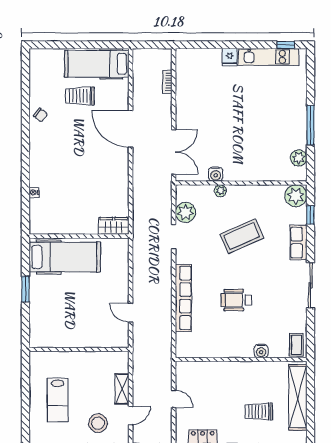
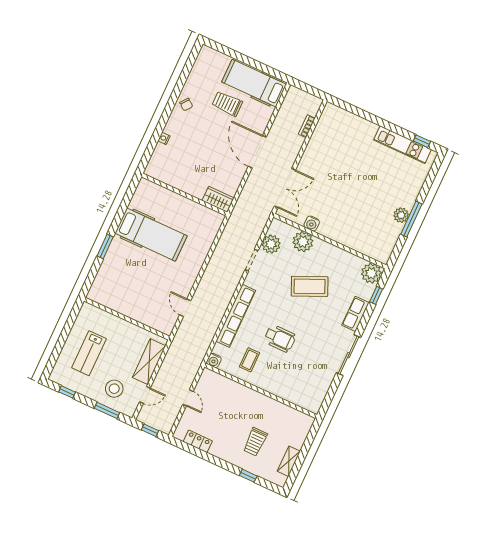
fridge: (230, 57) -> (370, 130), removed
plant: (299, 158) -> (401, 215), moved
plant: (220, 191) -> (303, 242), width x1.88, depth x1.88
nightstand: (34, 192) -> (164, 138), moved
wardrobe: (114, 226) -> (218, 199), moved
wall: (79, 236) -> (184, 194), moved
wheelchair: (236, 300) -> (280, 338), turned 180
coffee table: (296, 345) -> (250, 360), moved
water cooler: (261, 351) -> (214, 361), moved
shelving: (122, 389) -> (149, 362), width x1.50, depth x1.33
shelving: (298, 397) -> (289, 461), width x0.45, depth x0.75
trolley: (259, 411) -> (255, 442), turned -90

